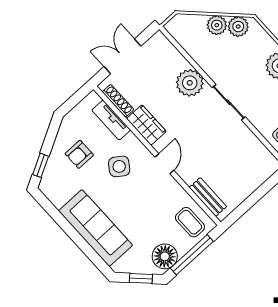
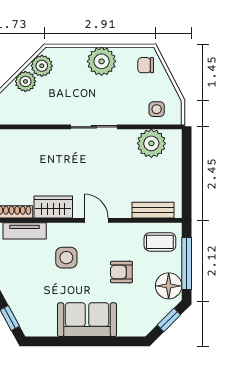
plant: (190, 83) -> (151, 143), moved
armchair: (79, 154) -> (121, 272), moved, turned 90
side table: (119, 166) -> (66, 258), turned -35
sofa: (96, 228) -> (87, 320), width x0.73

